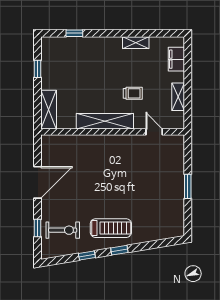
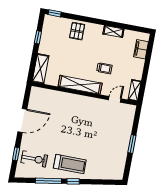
window: (74, 33) -> (55, 13), moved
pallet: (88, 51) -> (77, 31), added
shelving: (178, 97) -> (135, 90), moved
door: (154, 132) -> (115, 99), hinge flipped
window: (87, 256) -> (48, 181), width x2.17

